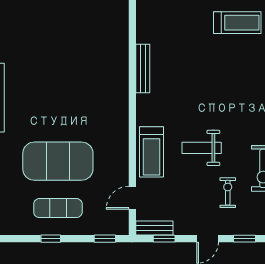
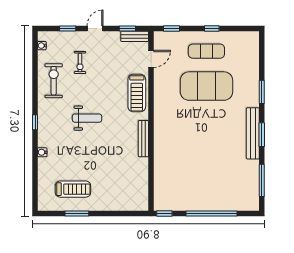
treadmill: (237, 23) -> (73, 189), turned 180
bench: (143, 69) -> (143, 139), moved
weight bench: (202, 148) -> (87, 118), moved
treadmill: (151, 152) -> (137, 93), turned 180

